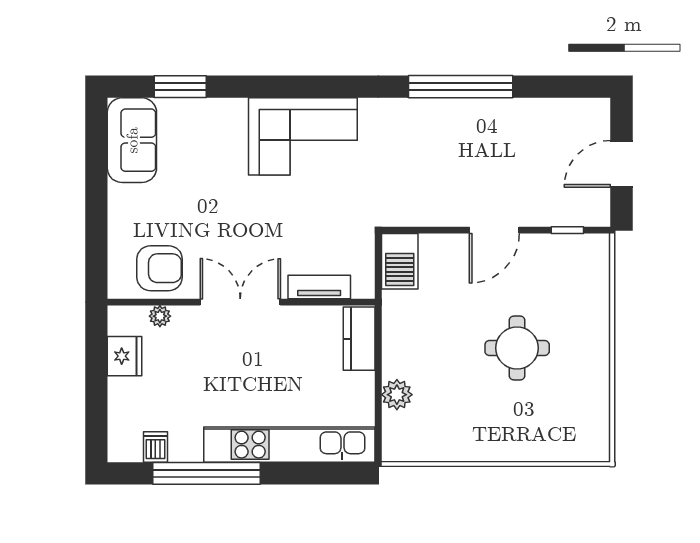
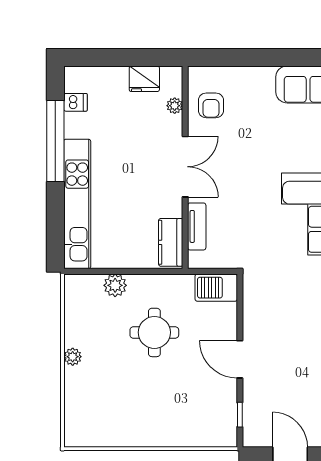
armchair: (160, 268) -> (211, 105), width x0.72, depth x0.72
kitchen counter: (359, 339) -> (171, 242), moved, turned -90
round table: (517, 348) -> (154, 332), moved
plant: (491, 451) -> (73, 357), added

